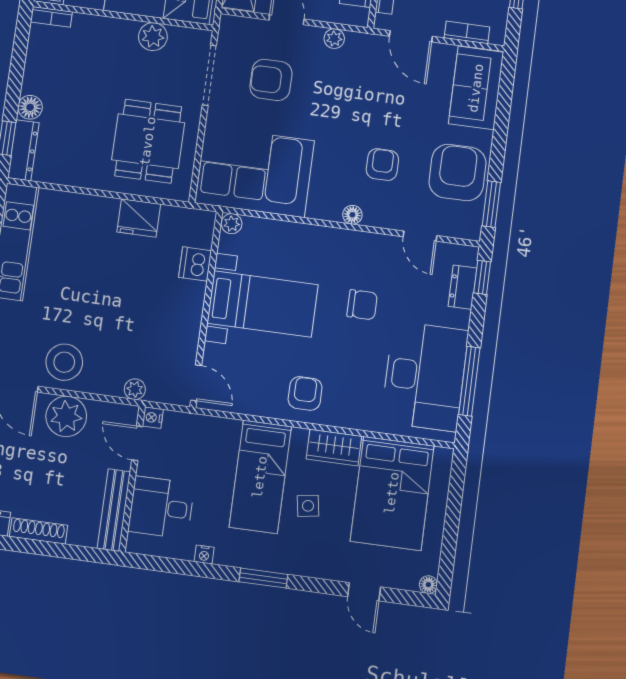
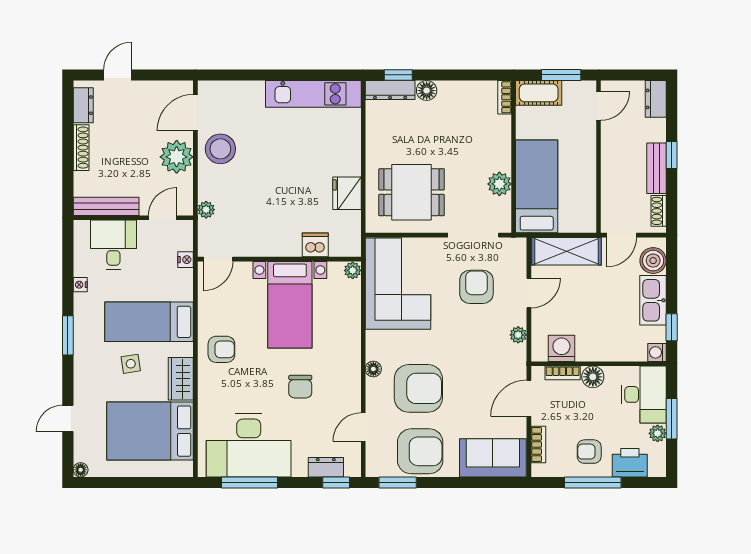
armchair: (382, 165) -> (418, 388), width x1.88, depth x1.88
nightstand: (153, 418) -> (186, 260), moved, turned 90

